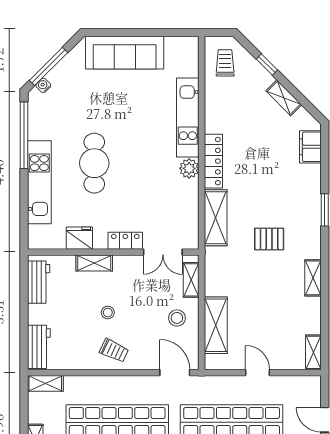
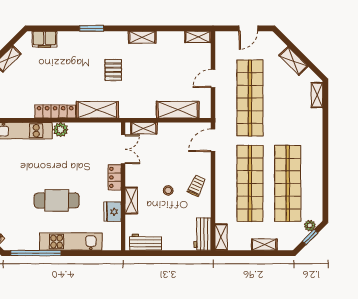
stool: (177, 318) -> (172, 139), removed
workbench: (39, 347) -> (203, 234), moved, turned -90

